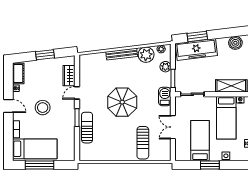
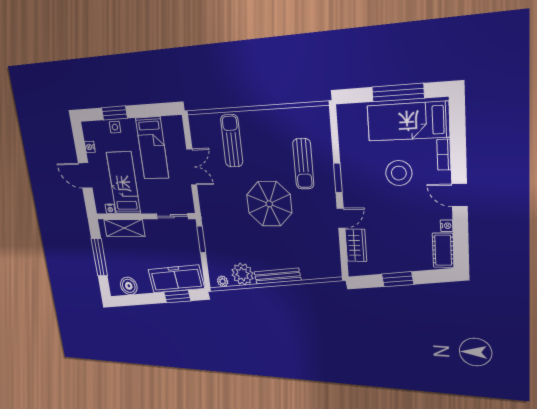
plant: (165, 67) -> (214, 256), removed
barbecue: (165, 97) -> (209, 213), removed
stool: (43, 108) -> (399, 173), moved
sun lounger: (87, 128) -> (303, 164), moved
window: (210, 165) -> (114, 113), moved

